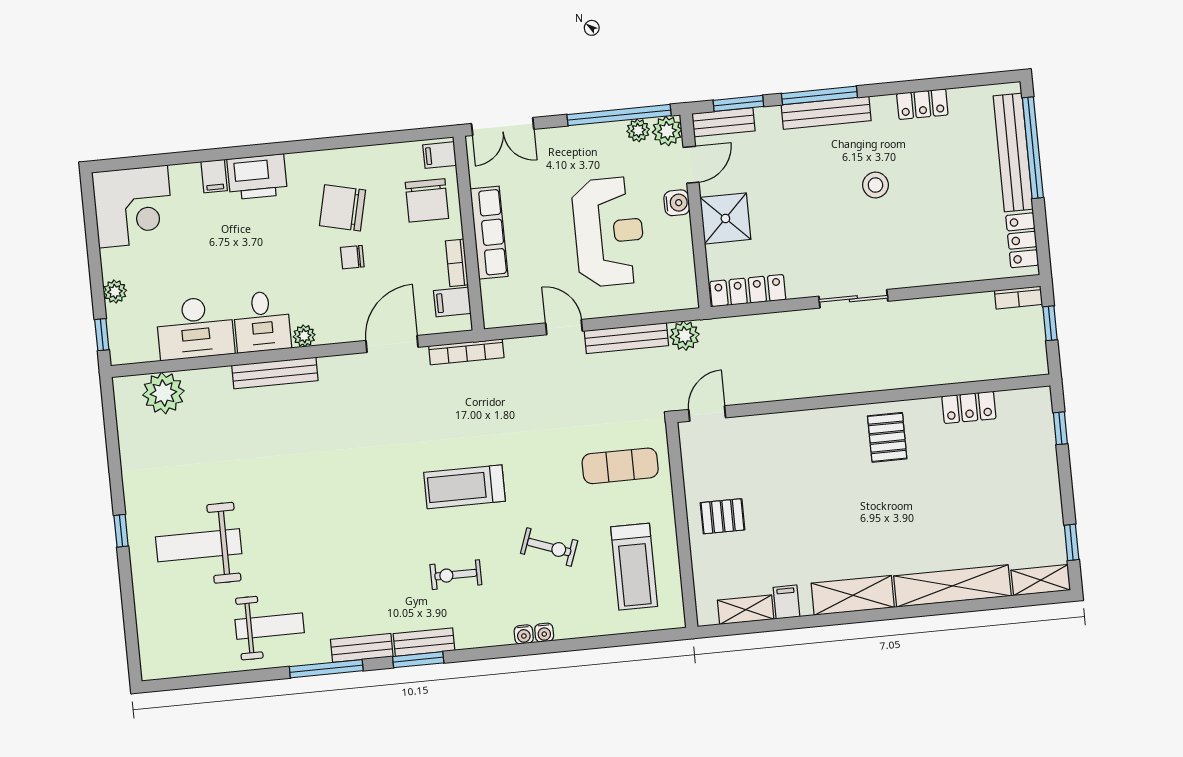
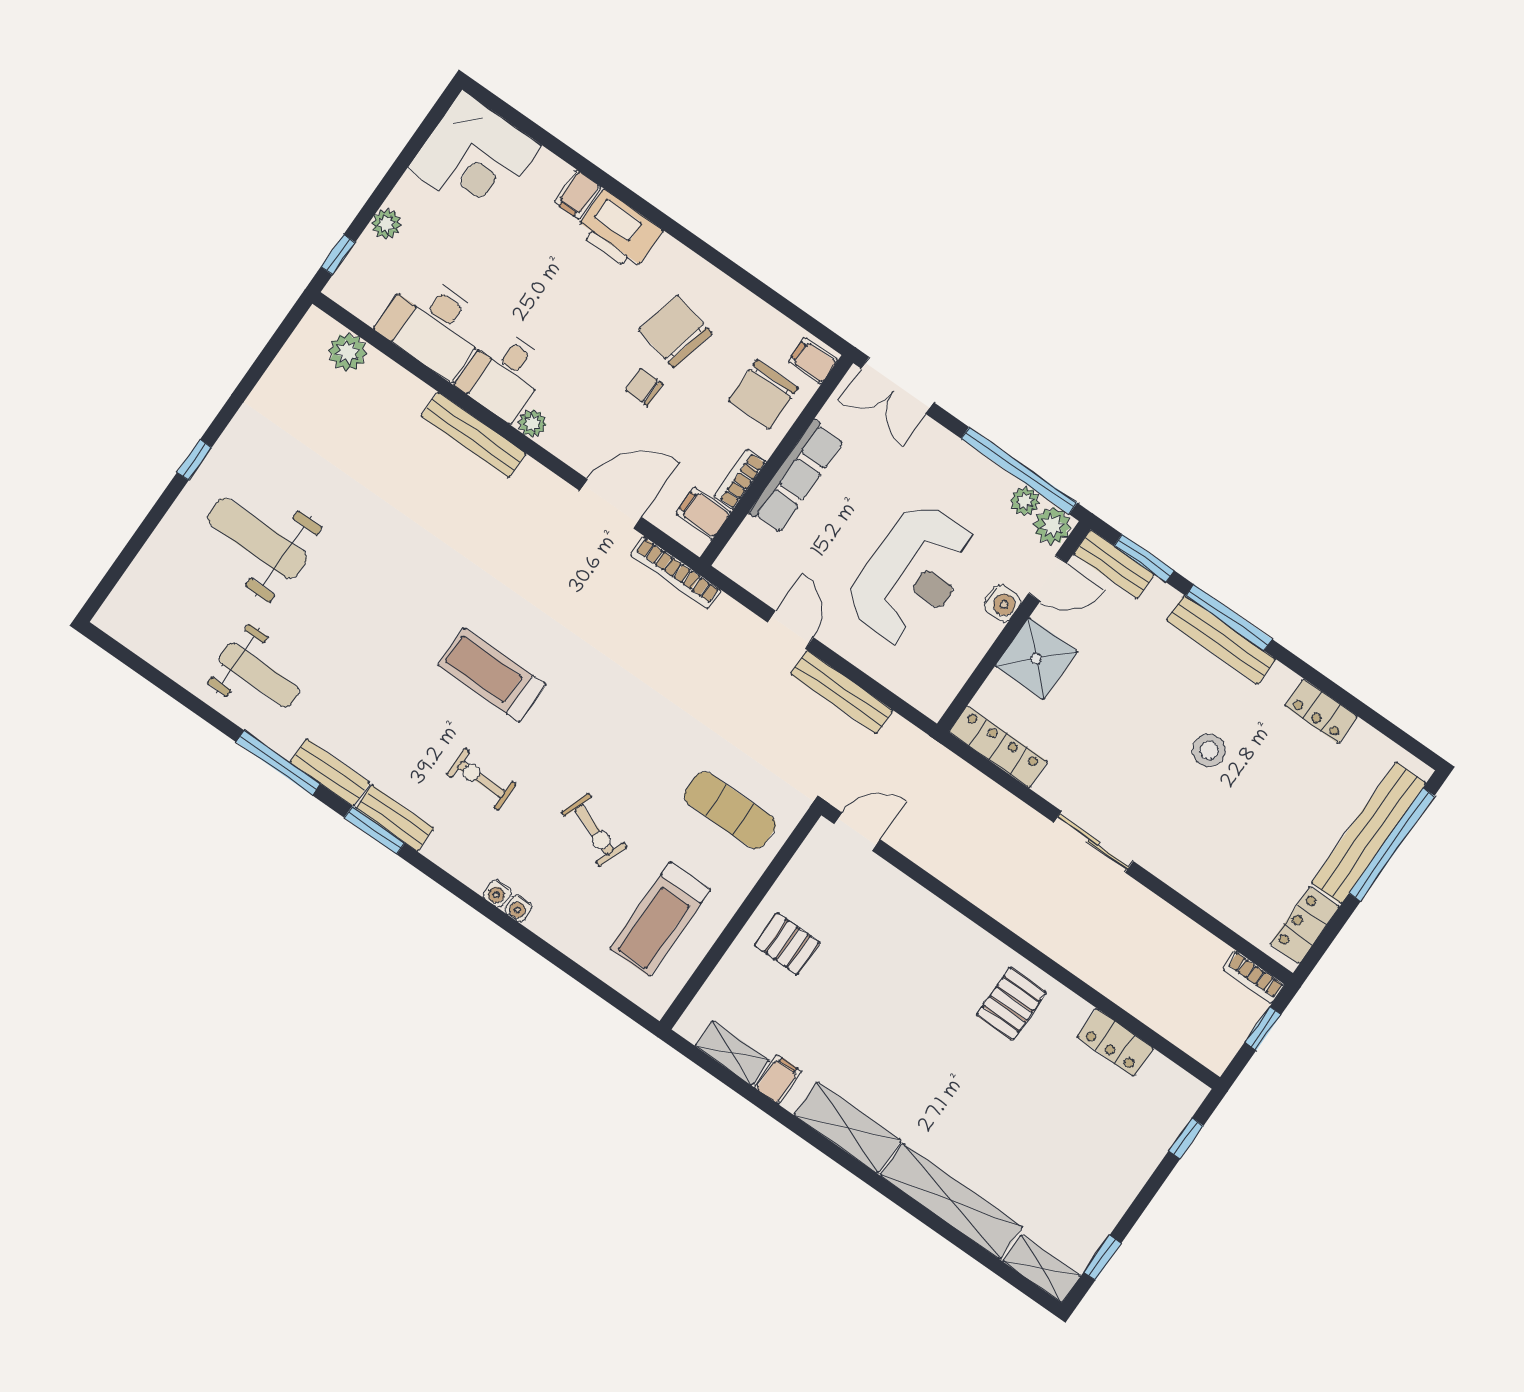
plant: (685, 336) -> (900, 738), removed
plant: (163, 393) -> (348, 352), width x0.73, depth x0.73
treadmill: (465, 487) -> (492, 675), moved

